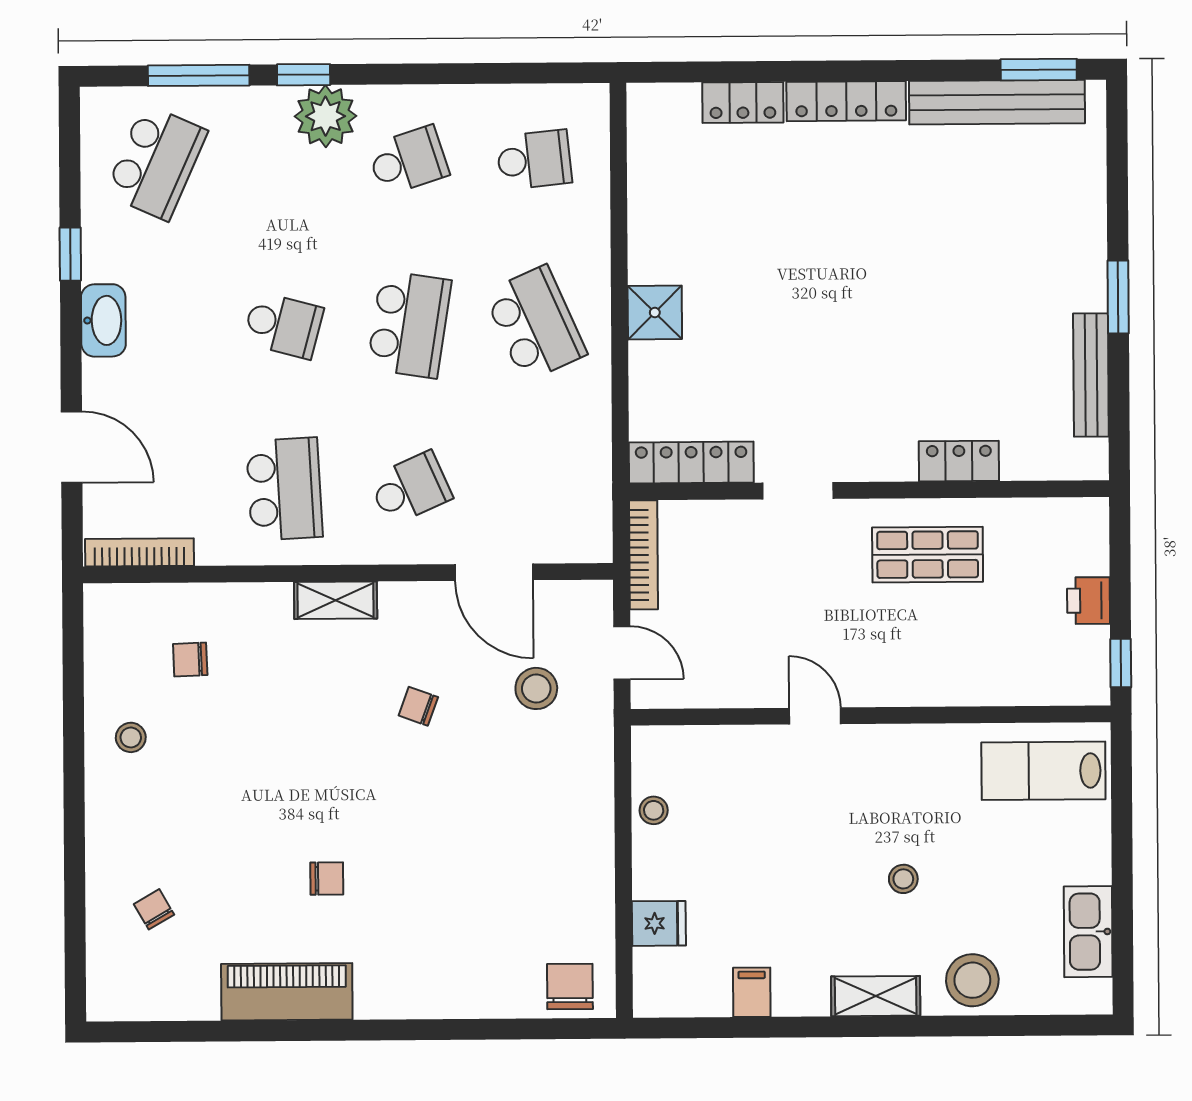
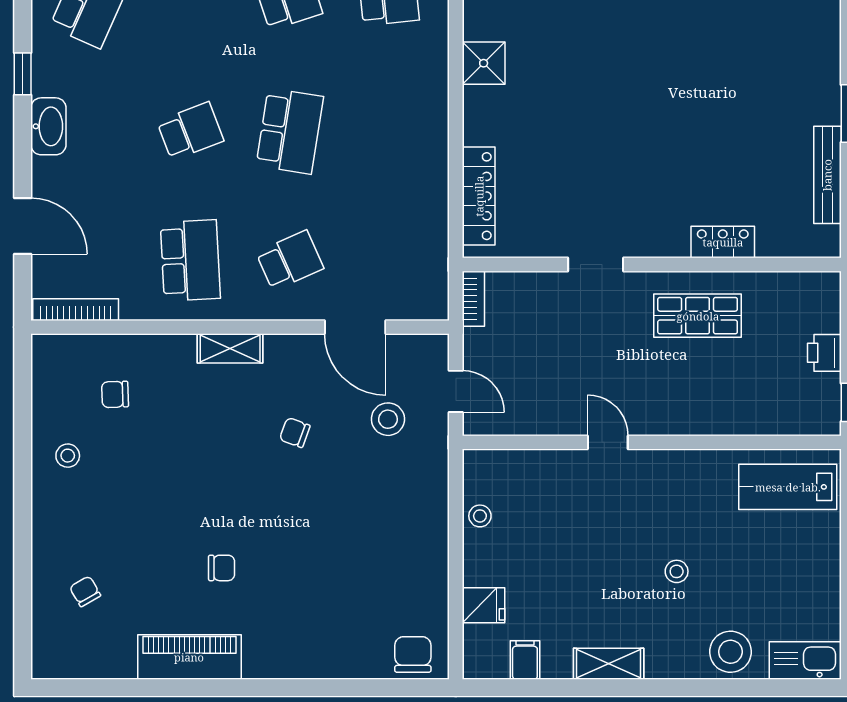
shower: (655, 312) -> (484, 63), moved
school desk: (535, 324) -> (389, 131), removed
school desk: (283, 325) -> (190, 131), turned -36
locker: (691, 463) -> (479, 196), moved, turned 90
bookcase: (644, 555) -> (473, 299), width x0.64
kitchen sink: (1088, 932) -> (805, 661), moved, turned 90
filing cabinet: (752, 992) -> (525, 660), moved
shelving: (876, 996) -> (609, 664), moved

